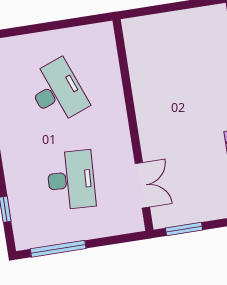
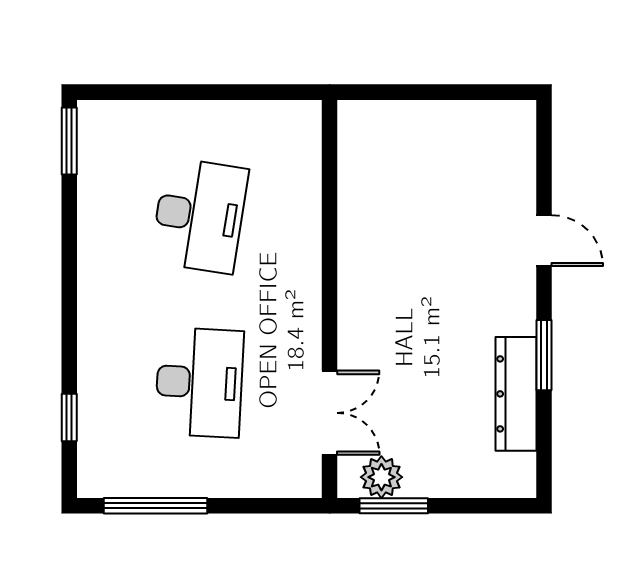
desk: (57, 92) -> (199, 215), turned 30
plant: (175, 215) -> (381, 477), added

